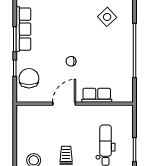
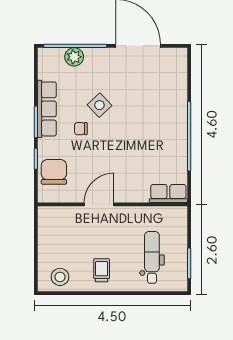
side table: (107, 17) -> (99, 105), moved
chair: (71, 61) -> (81, 129), moved
row of seats: (97, 95) -> (168, 194), moved

